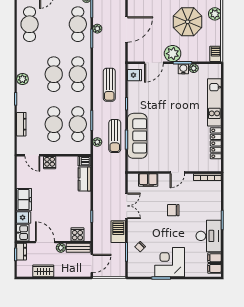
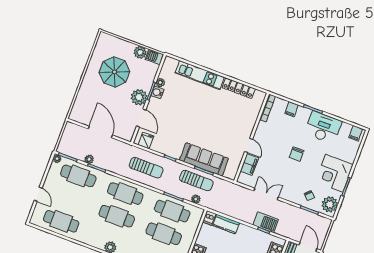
plant: (215, 14) -> (140, 52), moved
door: (177, 173) -> (249, 145), moved
chair: (173, 210) -> (297, 154), moved
barbecue: (118, 232) -> (266, 222), moved, turned 180
filing cabinet: (215, 258) -> (292, 109), moved
plant: (139, 269) -> (330, 204), added

